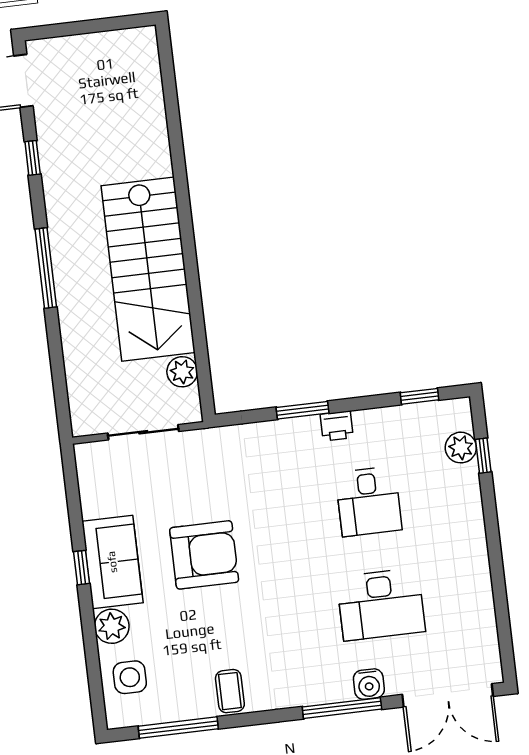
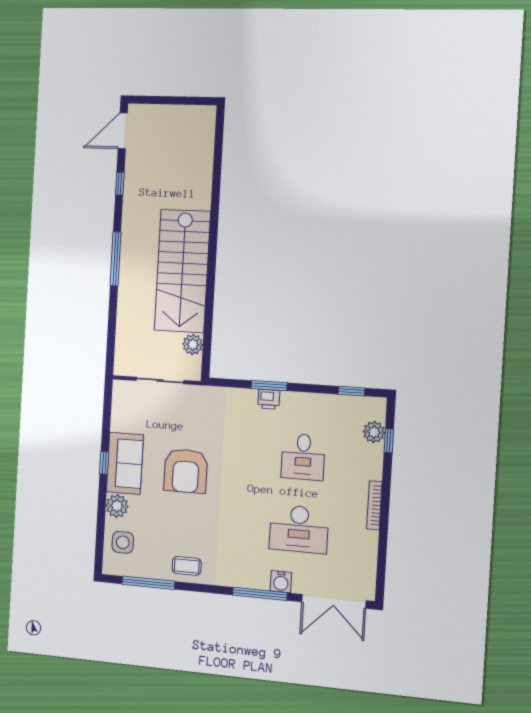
printer: (337, 426) -> (269, 399), moved
bookcase: (480, 549) -> (374, 505), added
armchair: (204, 555) -> (186, 471), turned 90
coffee table: (230, 691) -> (187, 566), turned 90

